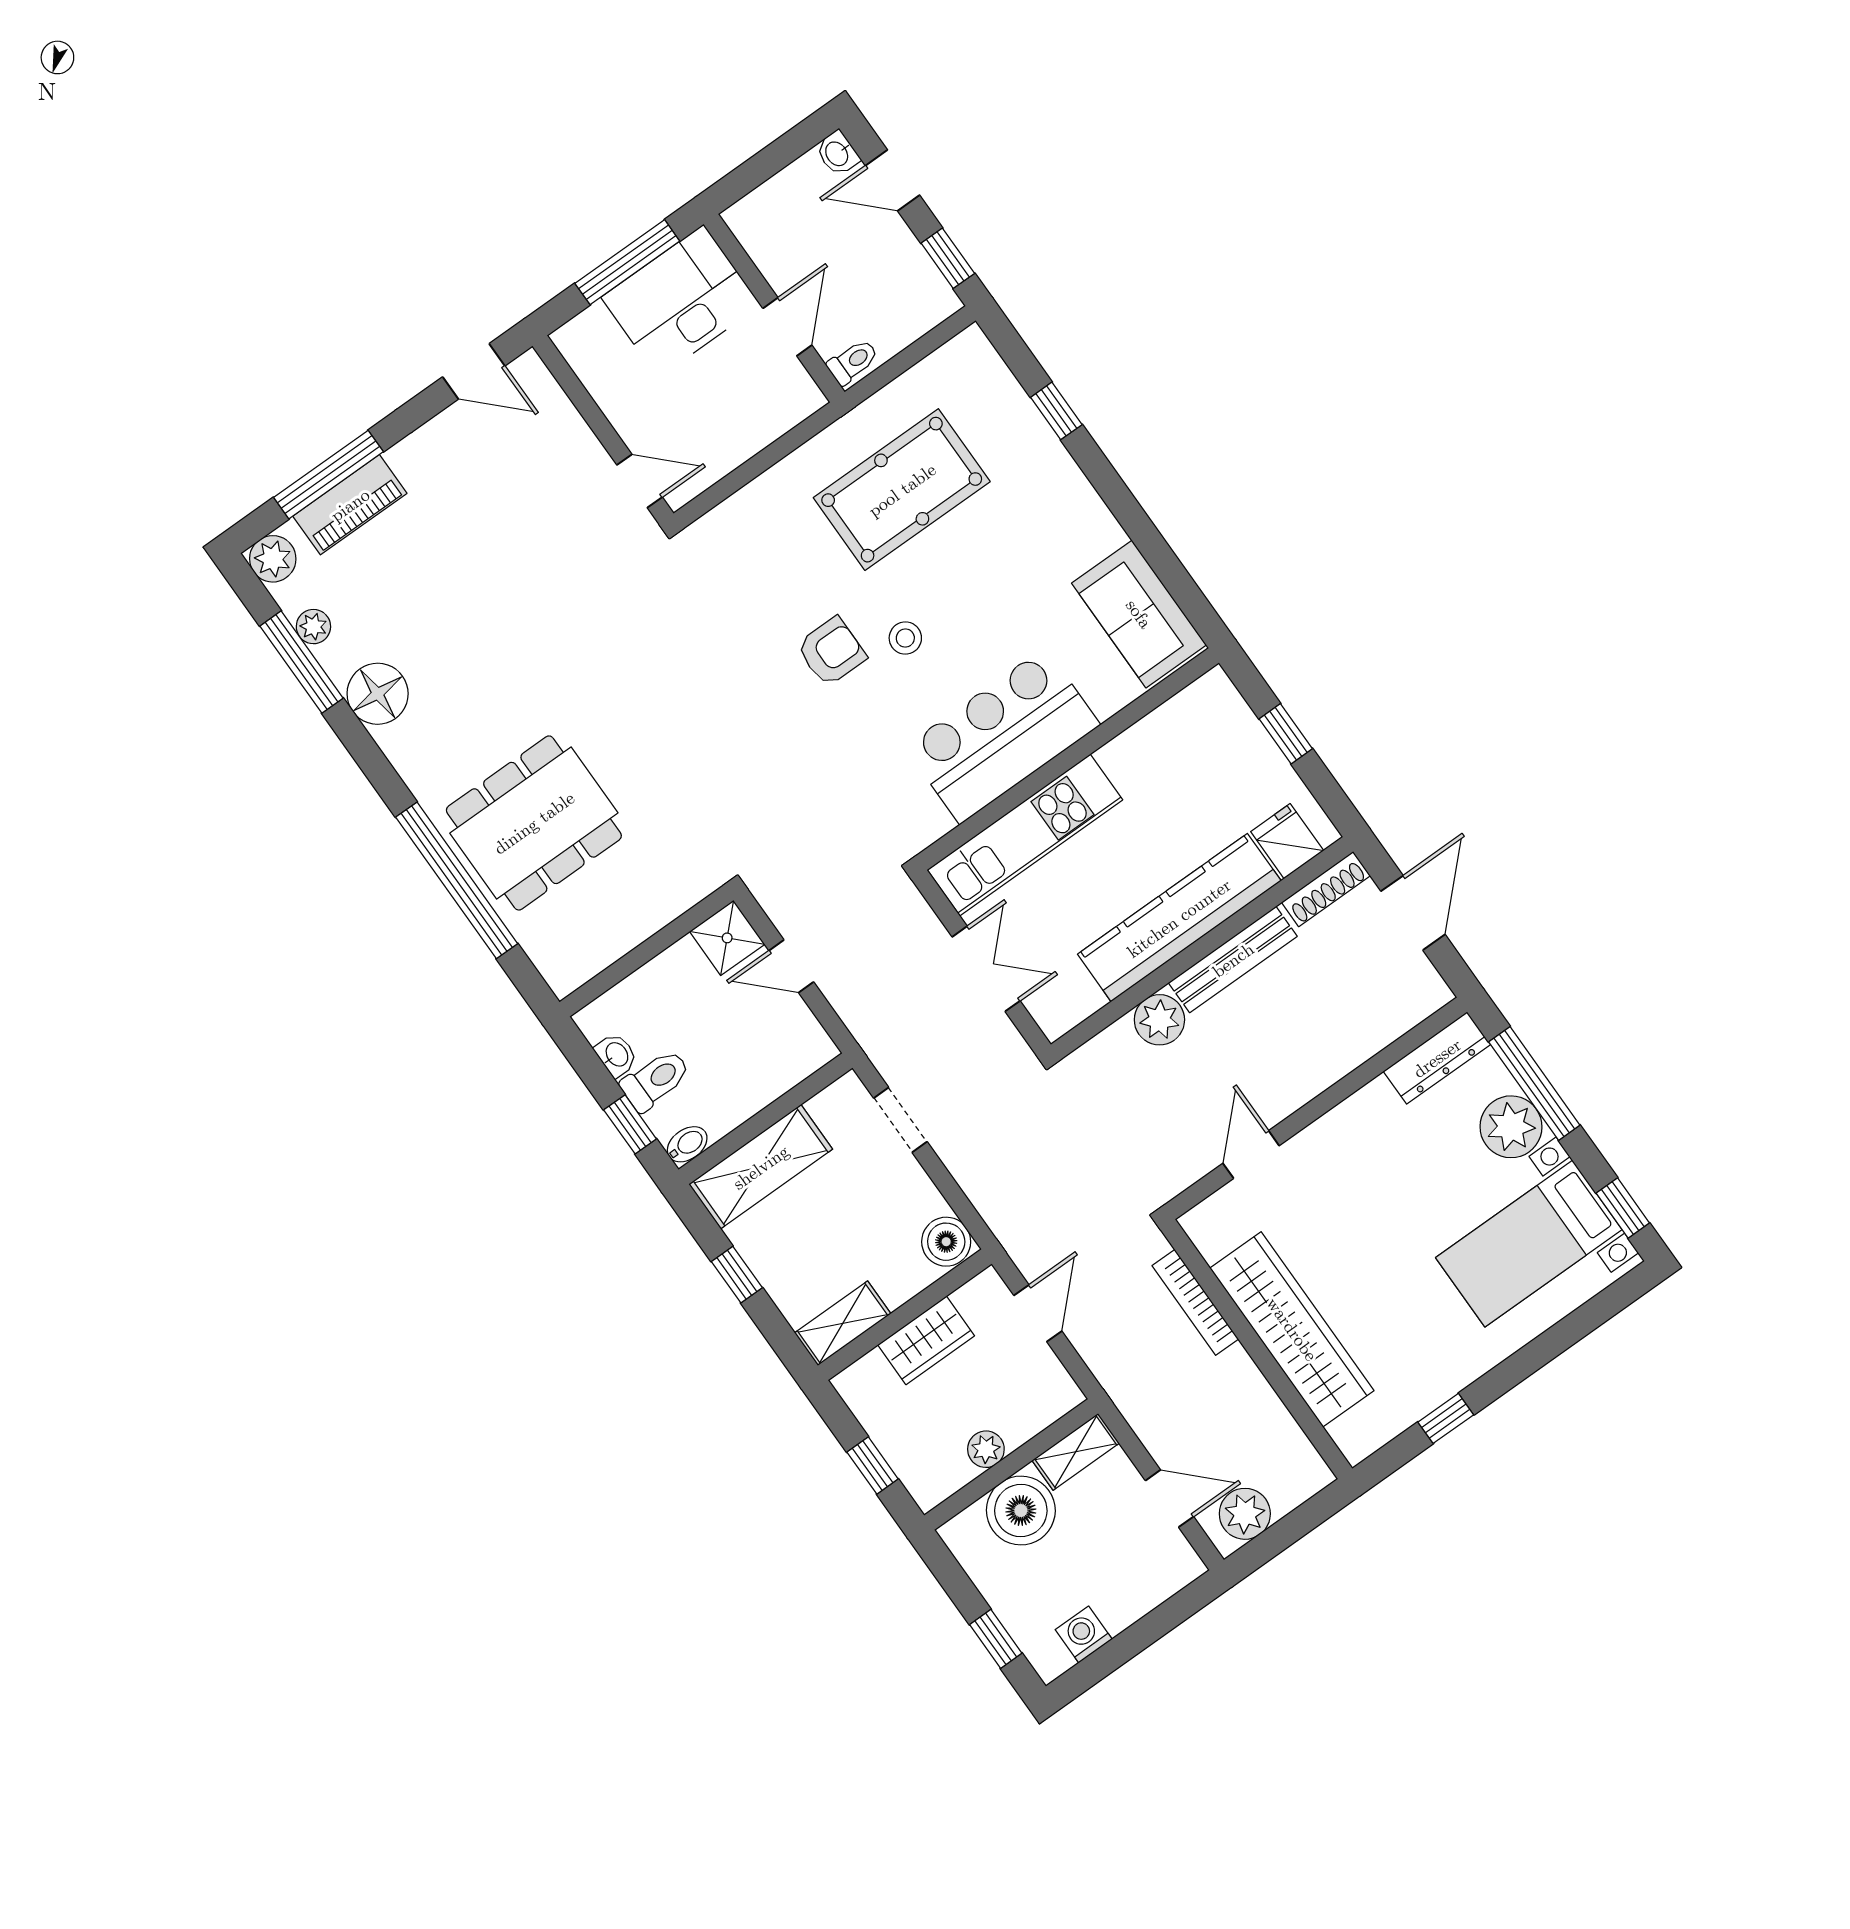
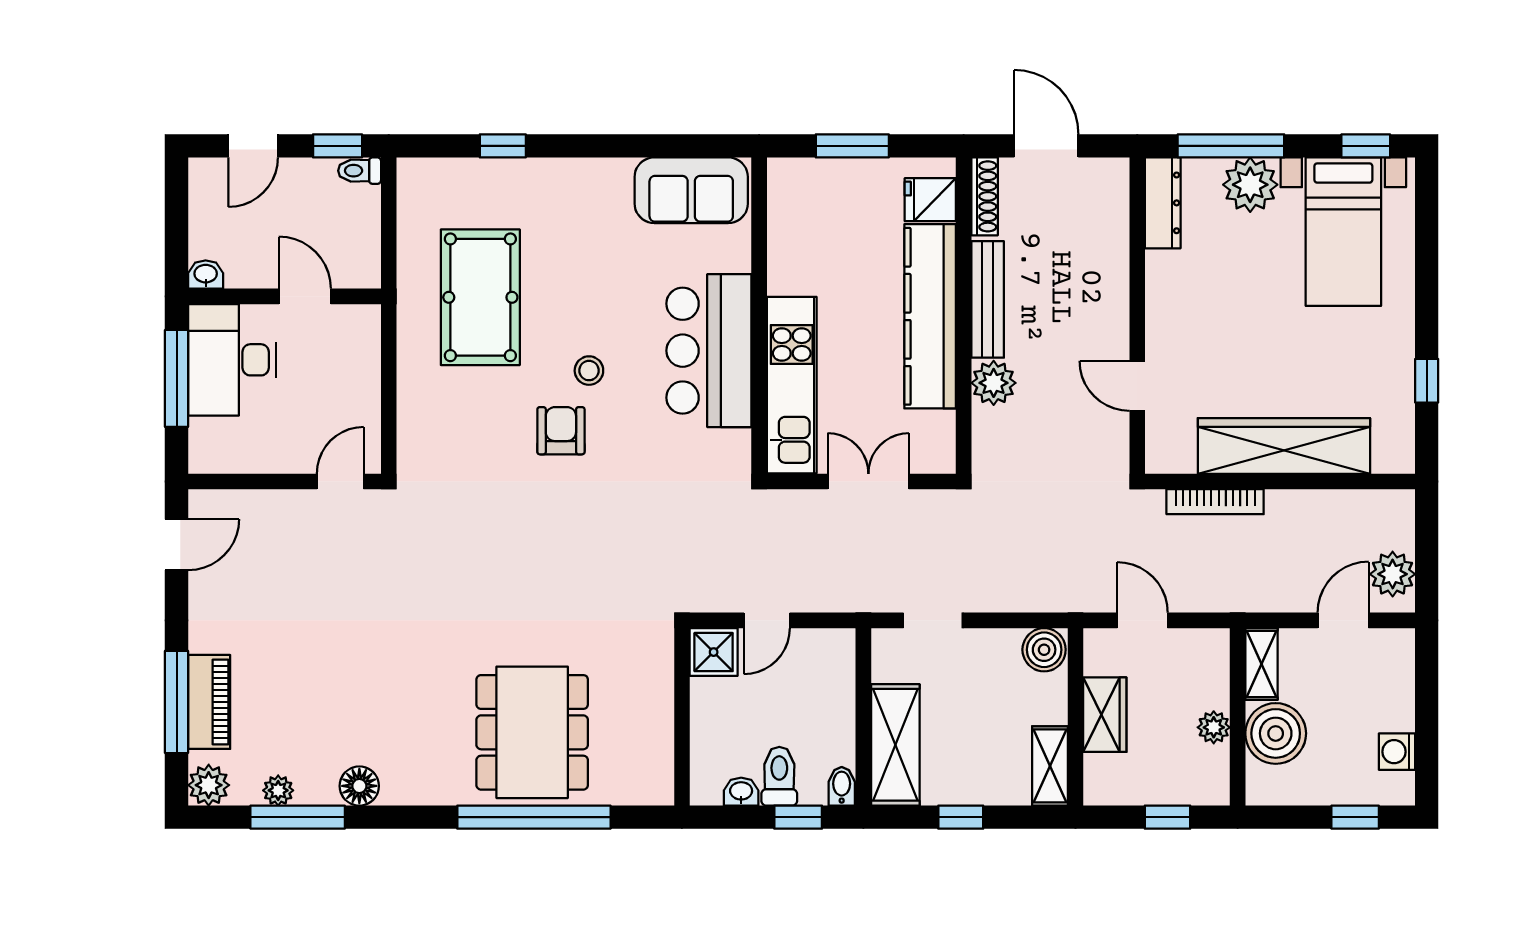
washbasin: (837, 153) -> (206, 274), moved, turned 180
toilet: (853, 362) -> (360, 171), moved, turned -90
floor lamp: (378, 694) -> (359, 786), width x0.73, depth x0.73
window: (1286, 734) -> (852, 146), width x1.50

